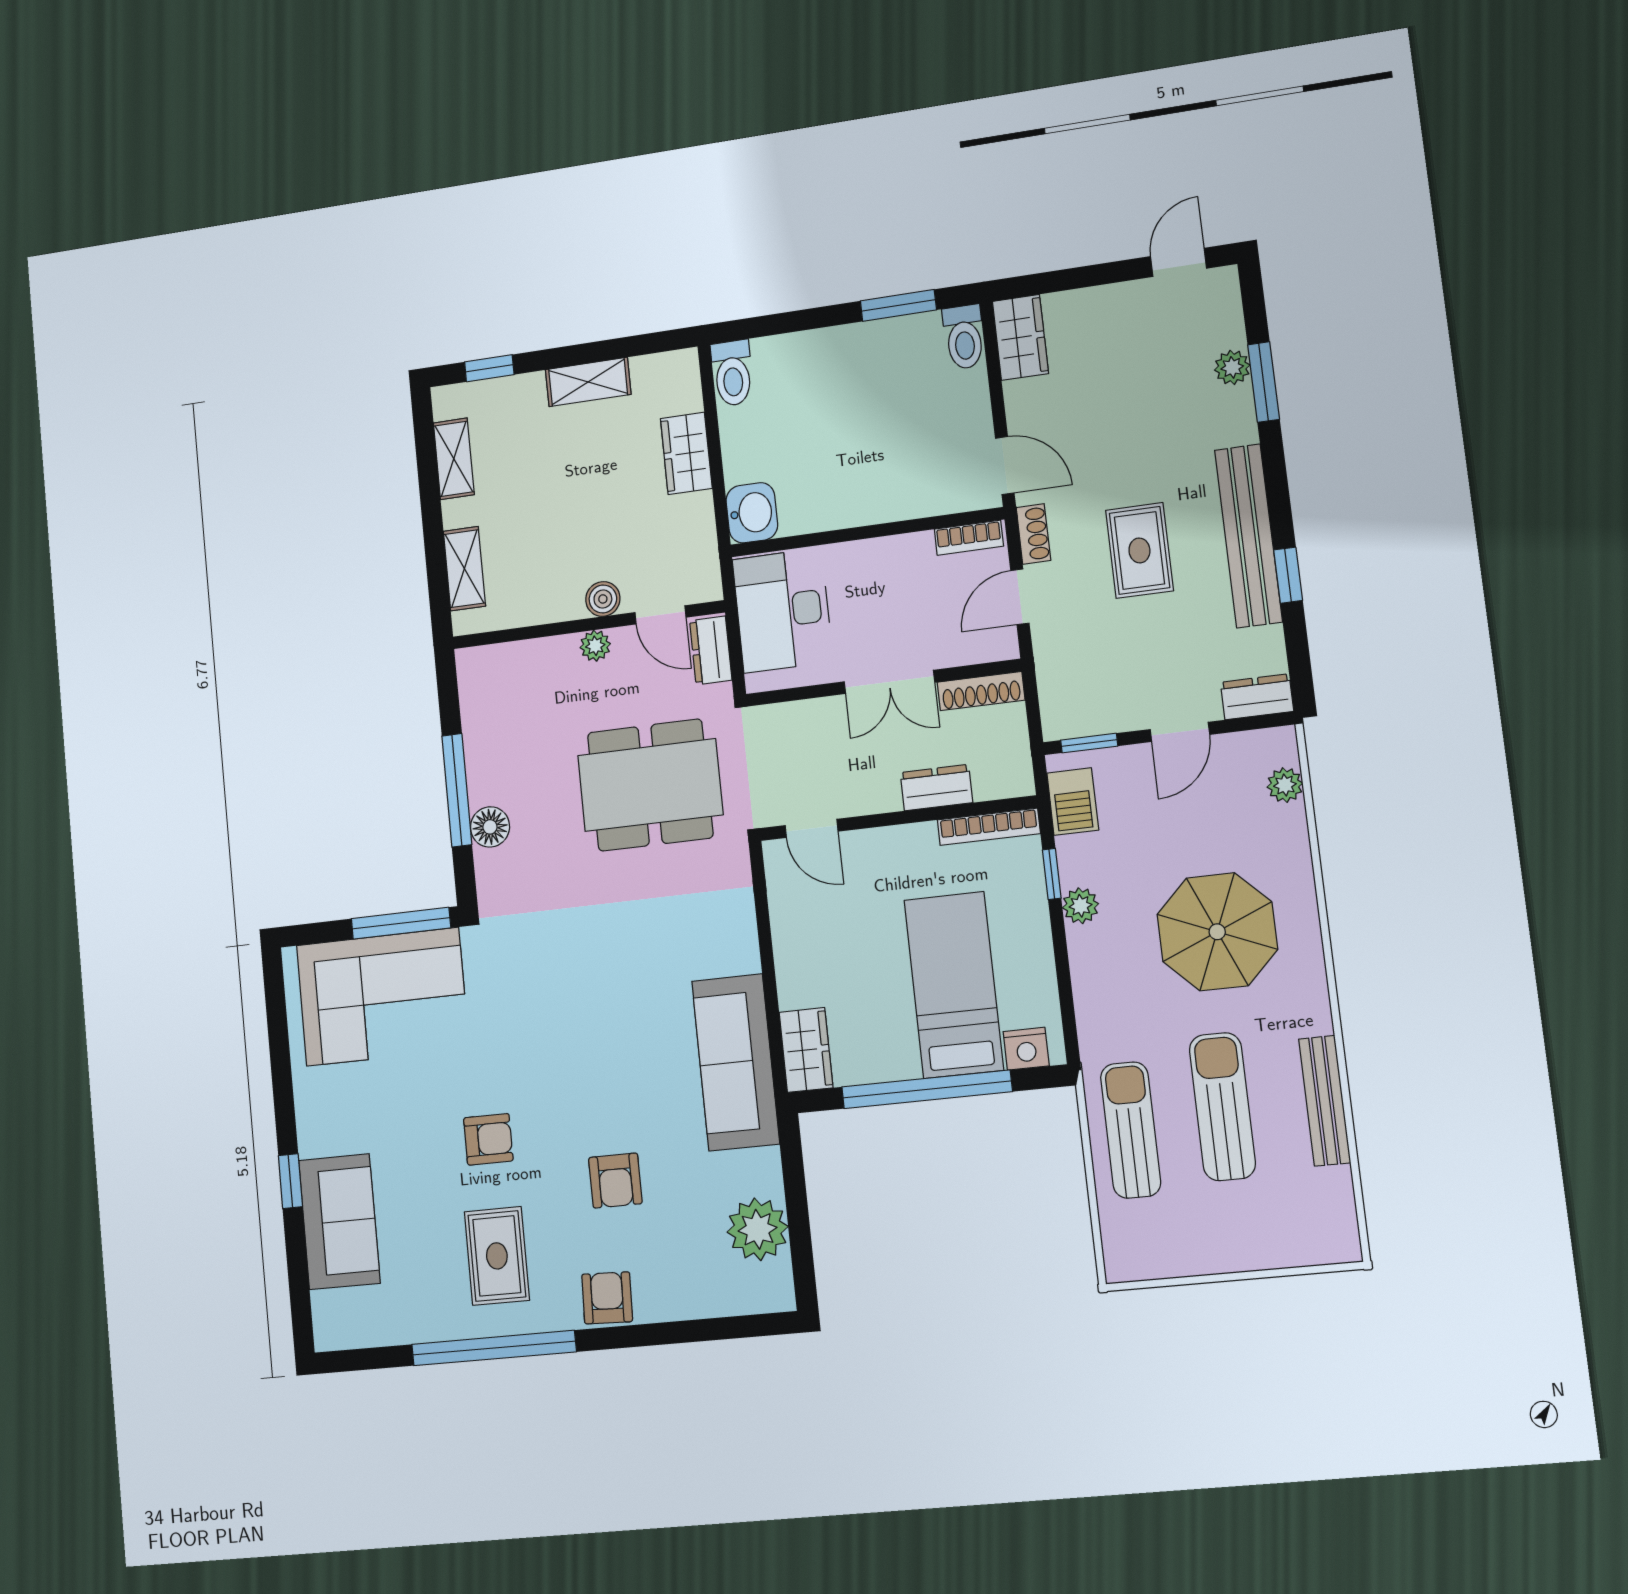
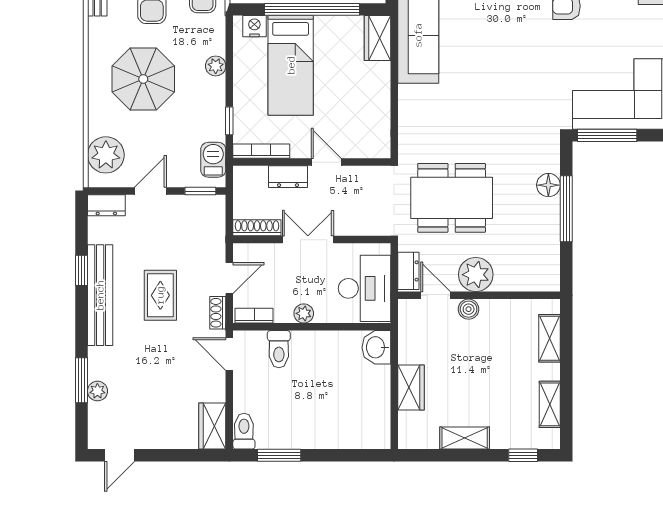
toilet: (732, 373) -> (279, 349), moved, turned 180
plant: (883, 553) -> (304, 313), added
plant: (595, 646) -> (476, 275), width x1.88, depth x1.88
plant: (1285, 785) -> (106, 155), width x1.88, depth x1.88
door: (812, 828) -> (326, 162), moved
plant: (1081, 906) -> (216, 66), moved

